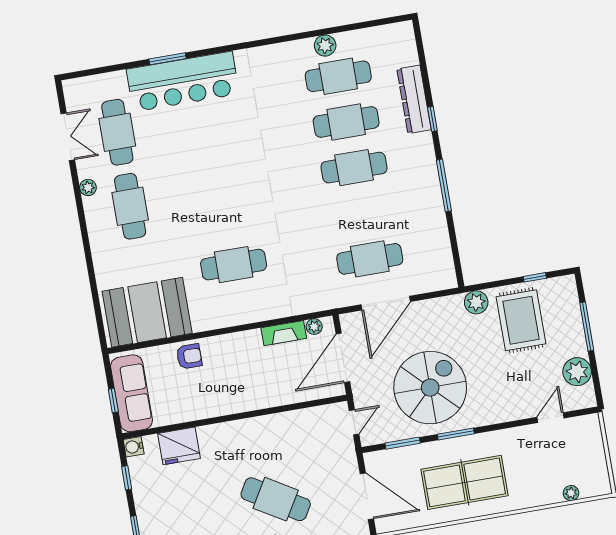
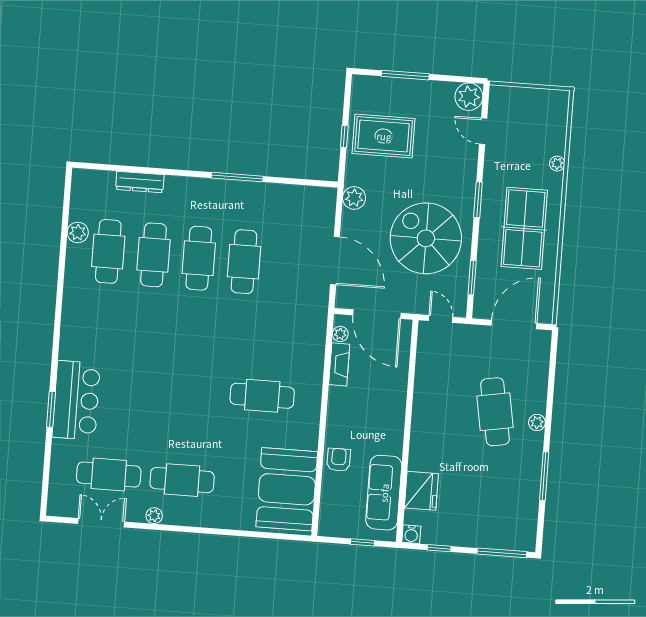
plant: (325, 46) -> (78, 232), moved
bar counter: (183, 82) -> (76, 400), width x0.73
dresser: (414, 99) -> (140, 182), width x0.73, depth x0.80
window: (432, 119) -> (171, 172), removed
cafe table: (370, 259) -> (244, 262), moved
cafe table: (234, 265) -> (262, 396), turned 90
window: (535, 277) -> (344, 137), moved
plant: (476, 302) -> (354, 198), moved
plant: (577, 372) -> (469, 97), moved
sofa: (131, 393) -> (384, 493), moved, turned -90
window: (456, 434) -> (478, 200), moved
plant: (571, 493) -> (557, 164), moved
cafe table: (276, 499) -> (495, 412), turned -41

